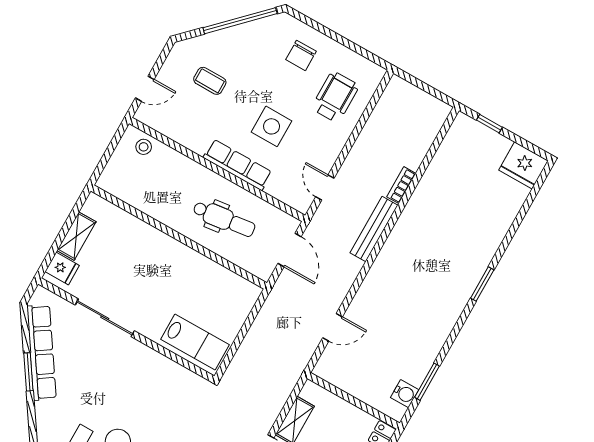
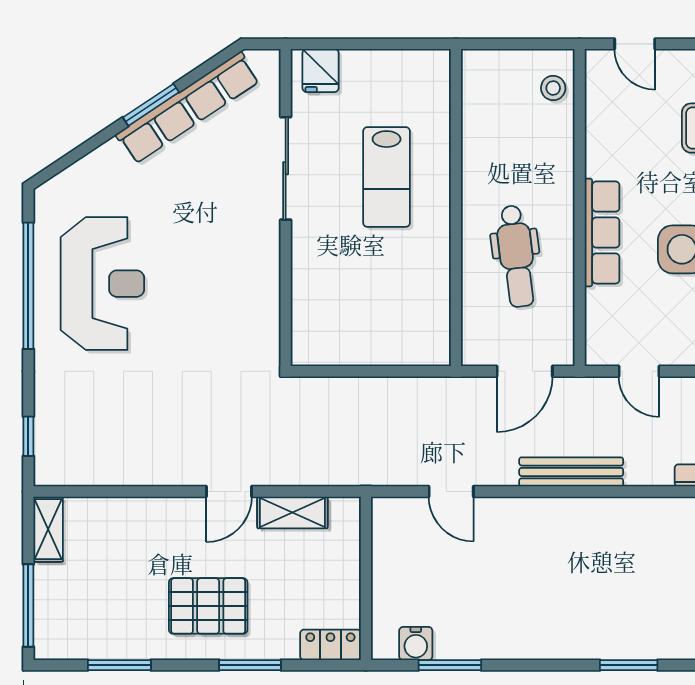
door: (325, 188) -> (639, 371), swing flipped
bench: (374, 229) -> (571, 472), moved
shelving: (76, 236) -> (377, 65), removed
lab bench: (195, 342) -> (387, 177), moved

